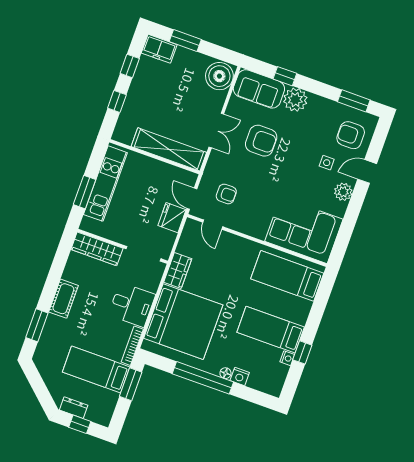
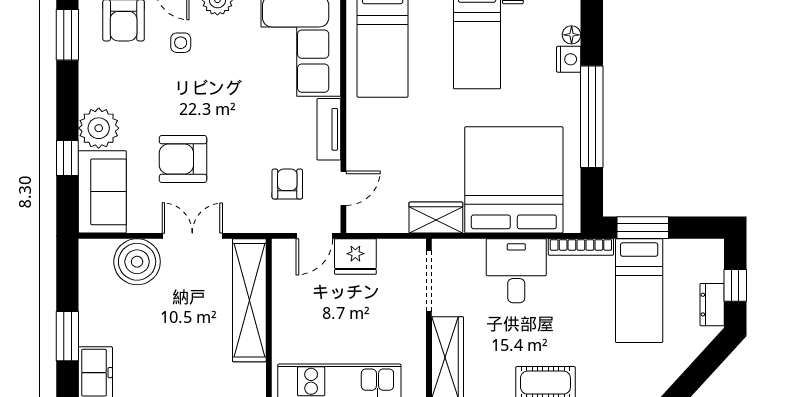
boiler: (219, 76) -> (137, 262), moved
armchair: (261, 141) -> (183, 159), turned -90
tv unit: (249, 228) -> (329, 129), added
floor lamp: (225, 373) -> (572, 35), moved

